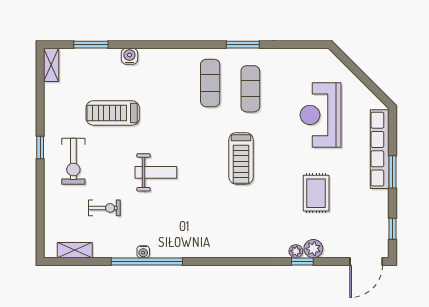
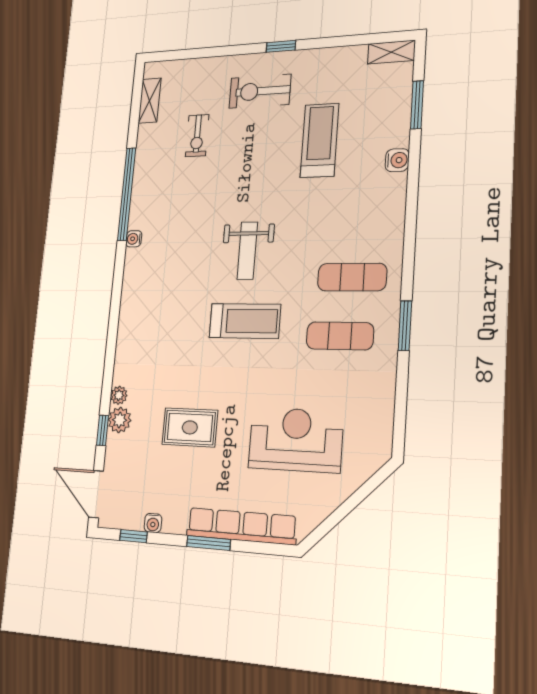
treadmill: (241, 158) -> (245, 321), turned 180
weight bench: (156, 172) -> (247, 251), moved
water cooler: (383, 215) -> (153, 523), added
water cooler: (143, 252) -> (134, 239), moved
window: (302, 261) -> (103, 430), moved

